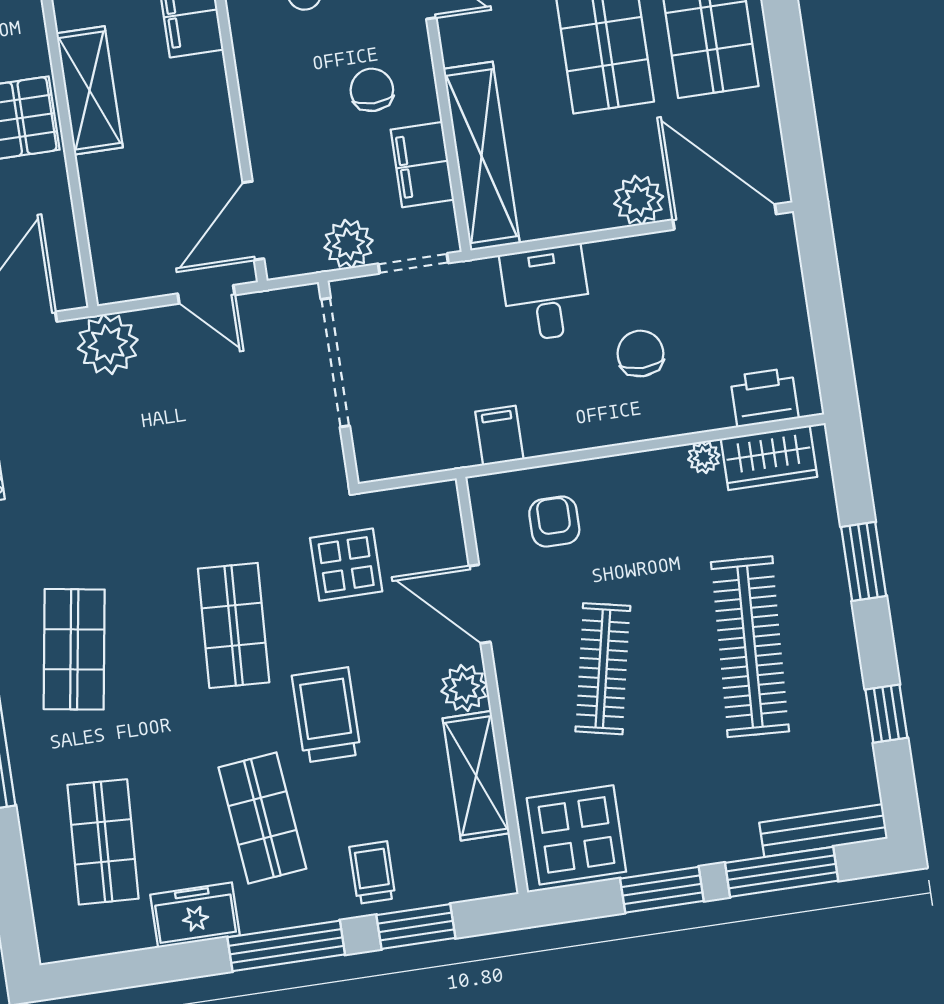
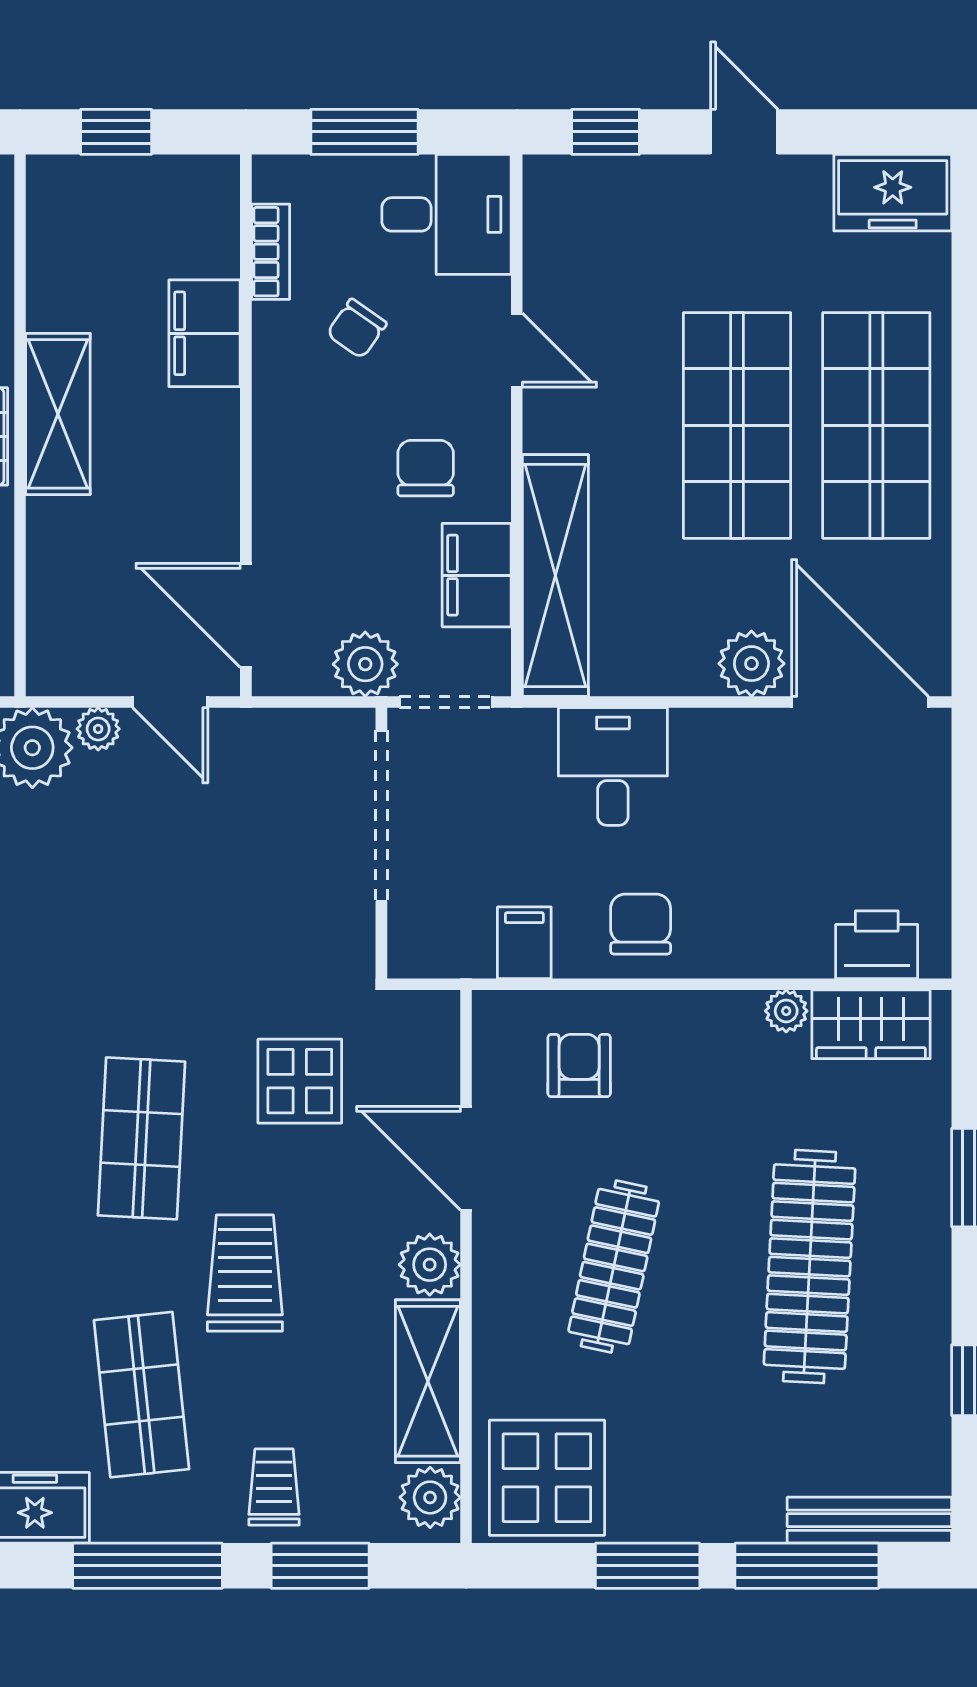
door: (253, 221) -> (246, 615), hinge flipped
plant: (155, 323) -> (98, 729), added
chair: (640, 354) -> (641, 924), moved
doorway: (335, 363) -> (381, 816), moved
wall: (338, 383) -> (381, 843), moved
plant: (491, 863) -> (430, 1497), added

